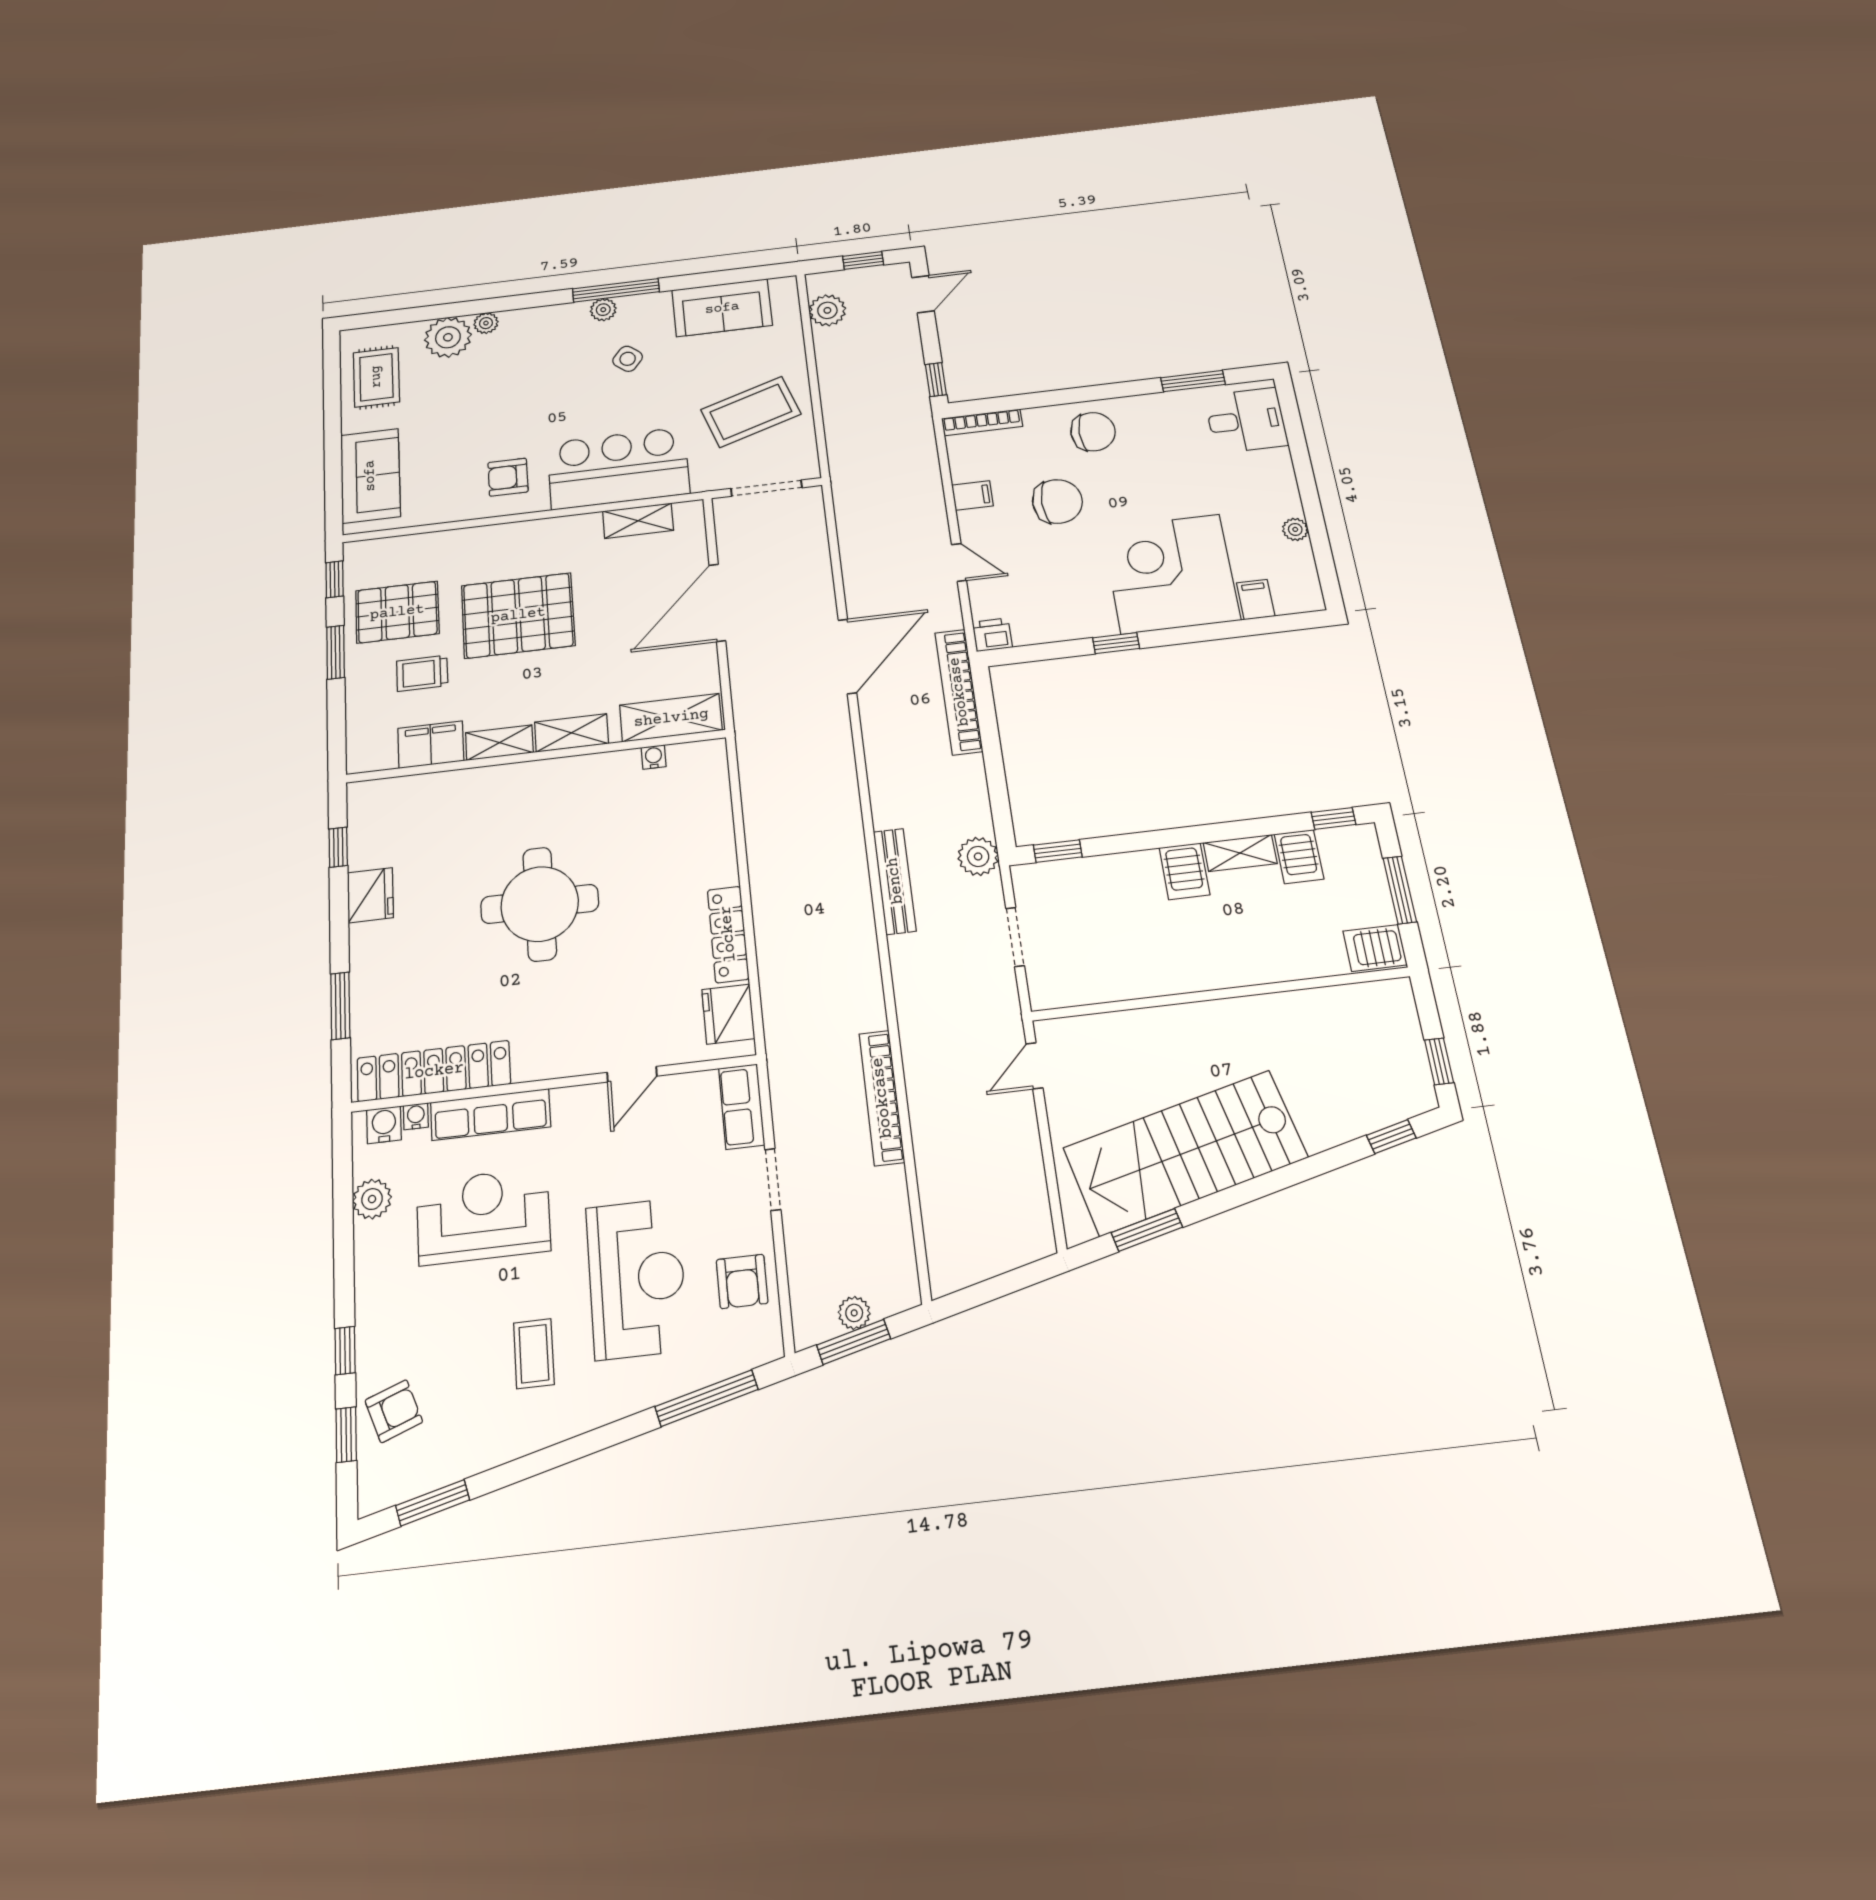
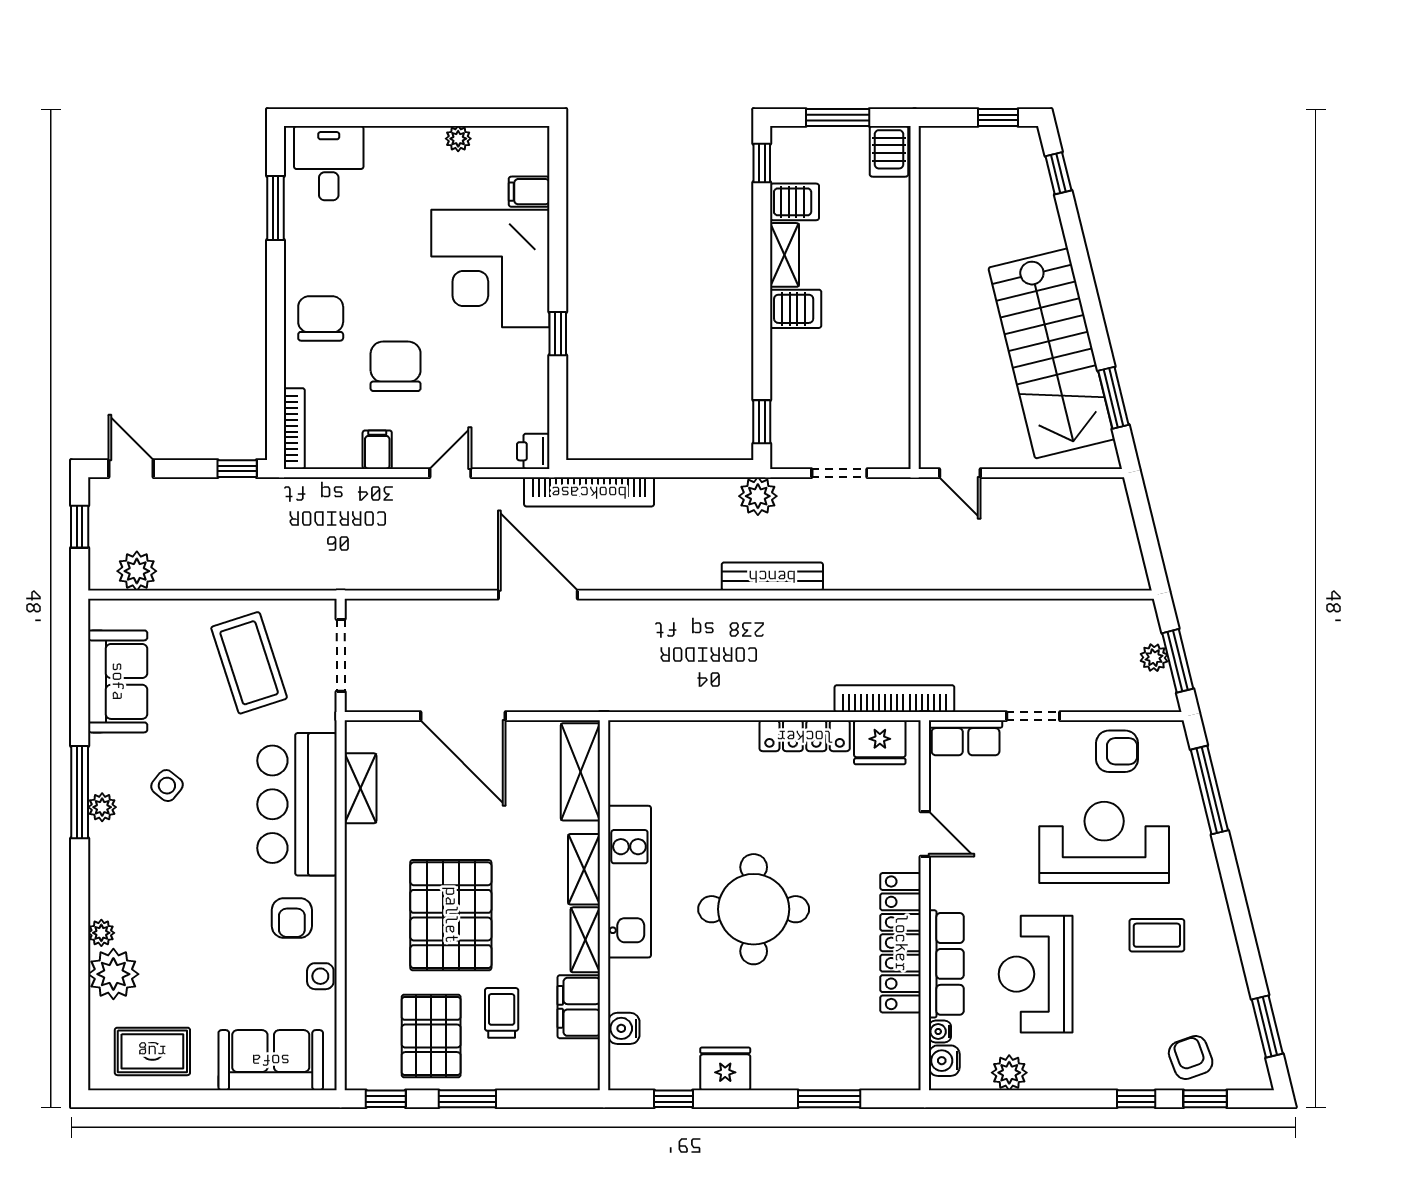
side table: (453, 508) -> (320, 976), added
trolley: (422, 673) -> (502, 1013), turned 180
water cooler: (654, 757) -> (624, 1028), moved, width x1.38, depth x1.38
kitchen unit: (561, 778) -> (629, 882), added
locker: (434, 1071) -> (901, 943), moved
bookcase: (882, 1098) -> (894, 699), moved, turned 180

